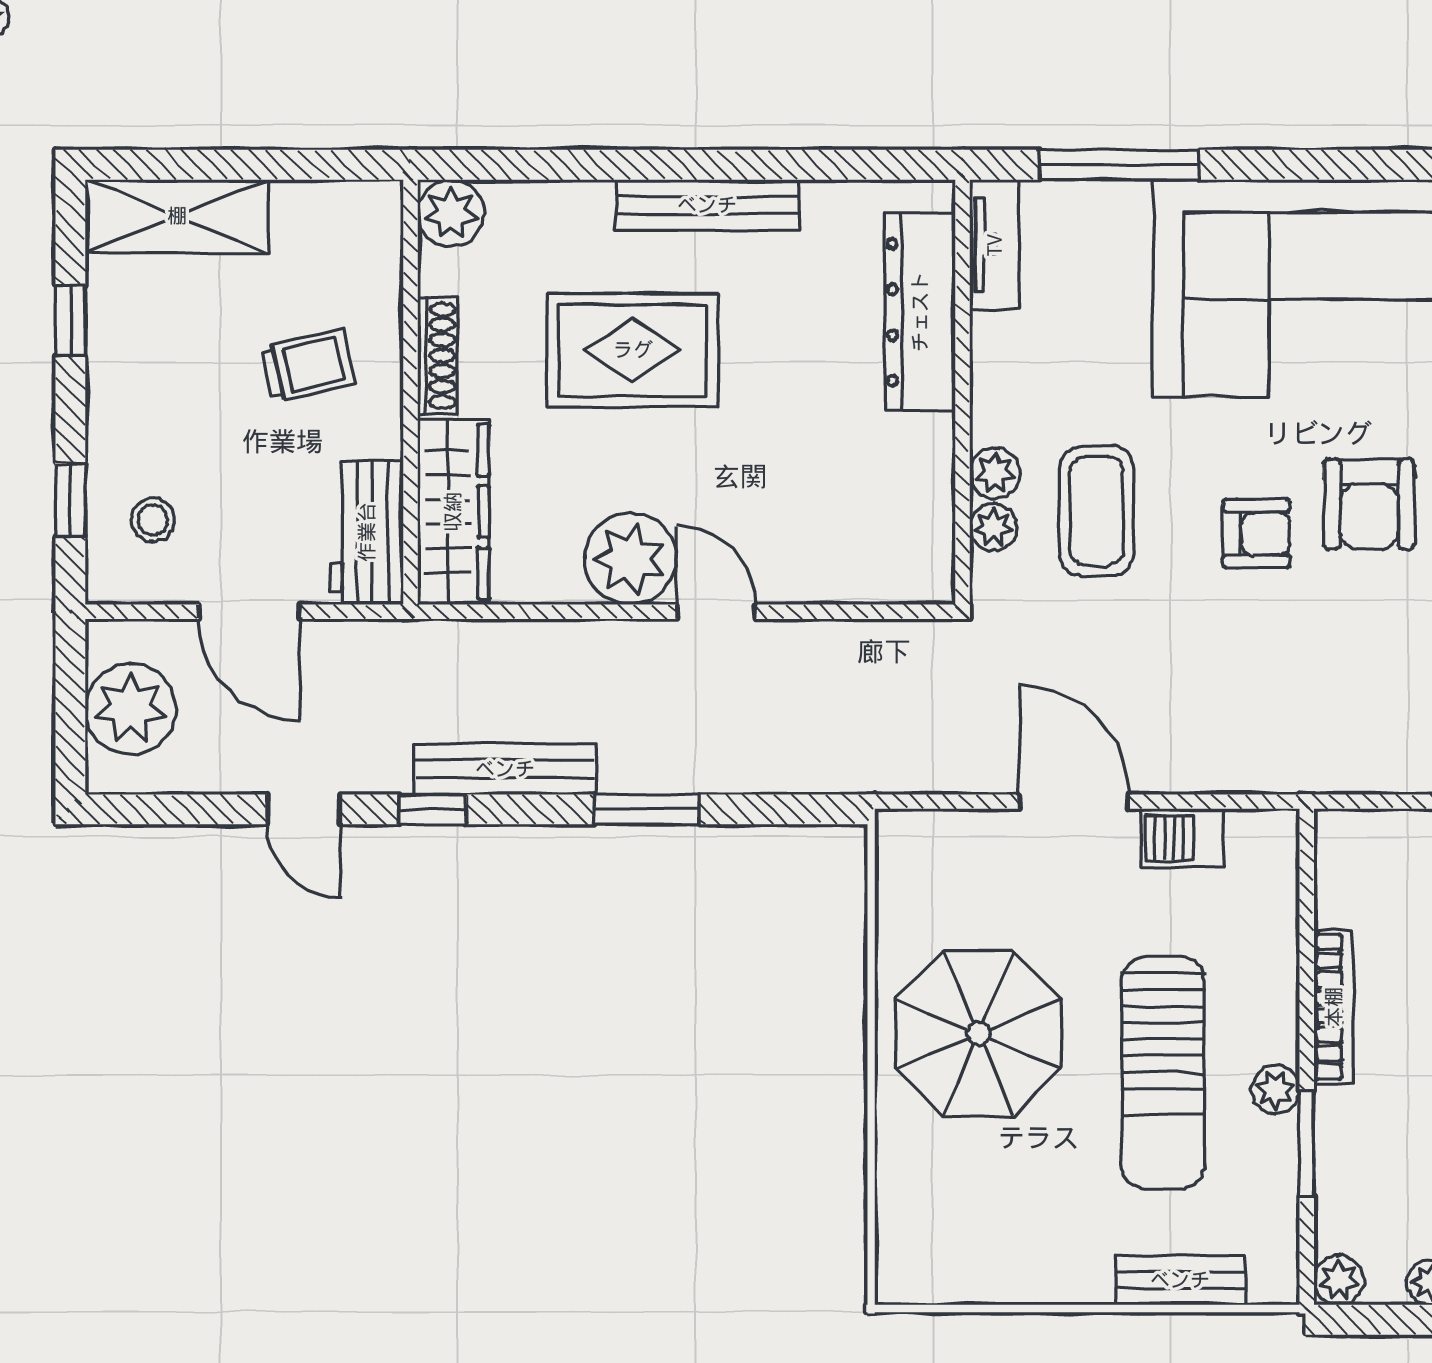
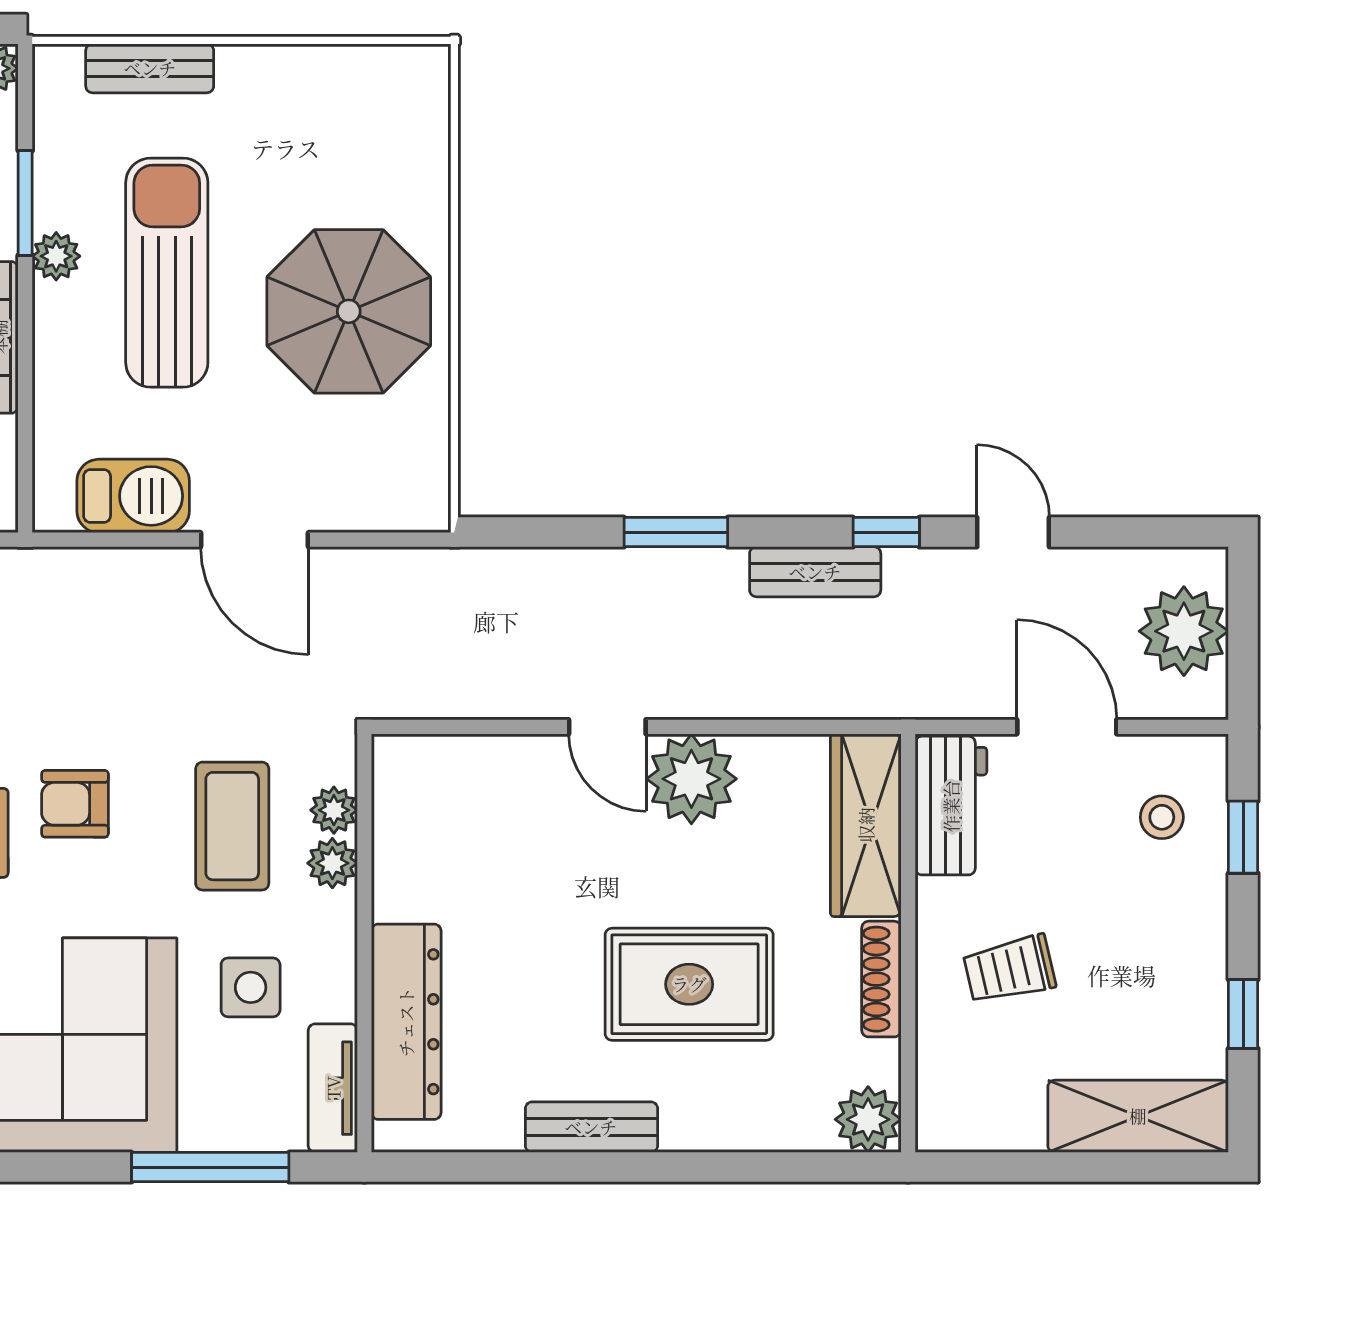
bench: (707, 205) -> (591, 1127), width x0.73
side table: (1078, 347) -> (251, 987), added
bench: (505, 769) -> (815, 572), width x0.73
barbecue: (1182, 838) -> (133, 496), width x1.38, depth x1.27

